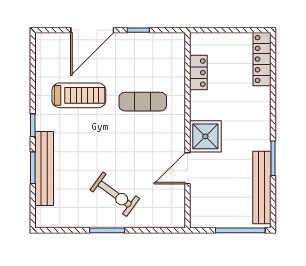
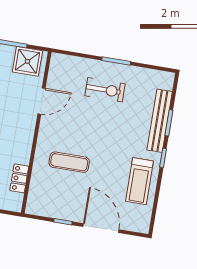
door: (92, 30) -> (101, 228), hinge flipped
treadmill: (79, 95) -> (139, 181), moved, turned -90
shower: (205, 136) -> (27, 61), moved
exercise bike: (115, 194) -> (105, 90), turned 144

